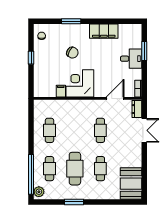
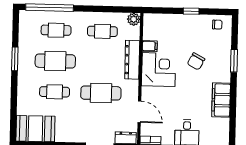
dresser: (72, 105) -> (132, 60), added
cafe table: (100, 130) -> (101, 93), width x1.37, depth x1.35
plant: (39, 192) -> (134, 19), moved

